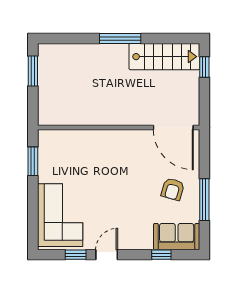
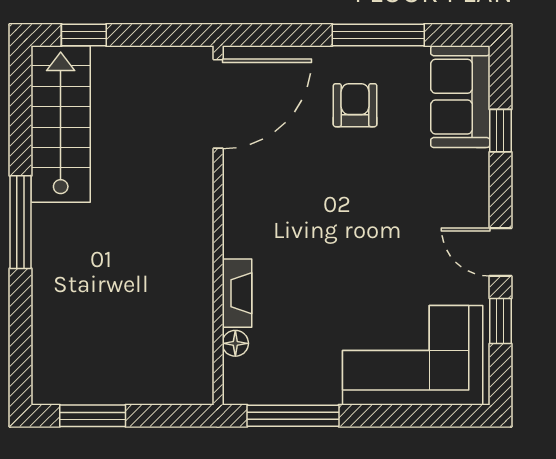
floor lamp: (65, 135) -> (235, 343), added
fireplace: (88, 136) -> (237, 293), added
window: (33, 161) -> (293, 416), width x1.44
armchair: (173, 189) -> (355, 105), turned -106

